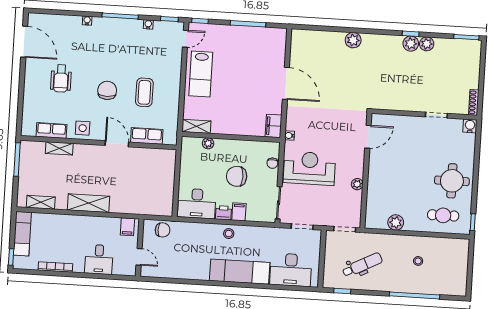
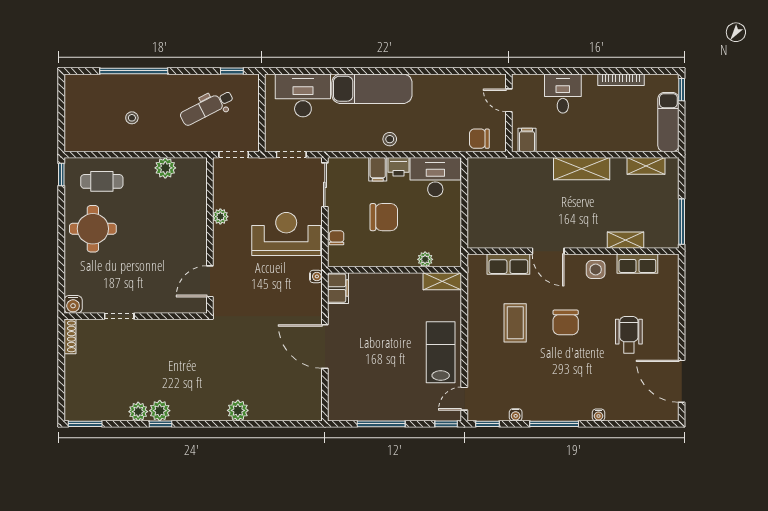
reception desk: (309, 168) -> (286, 234), turned 180

